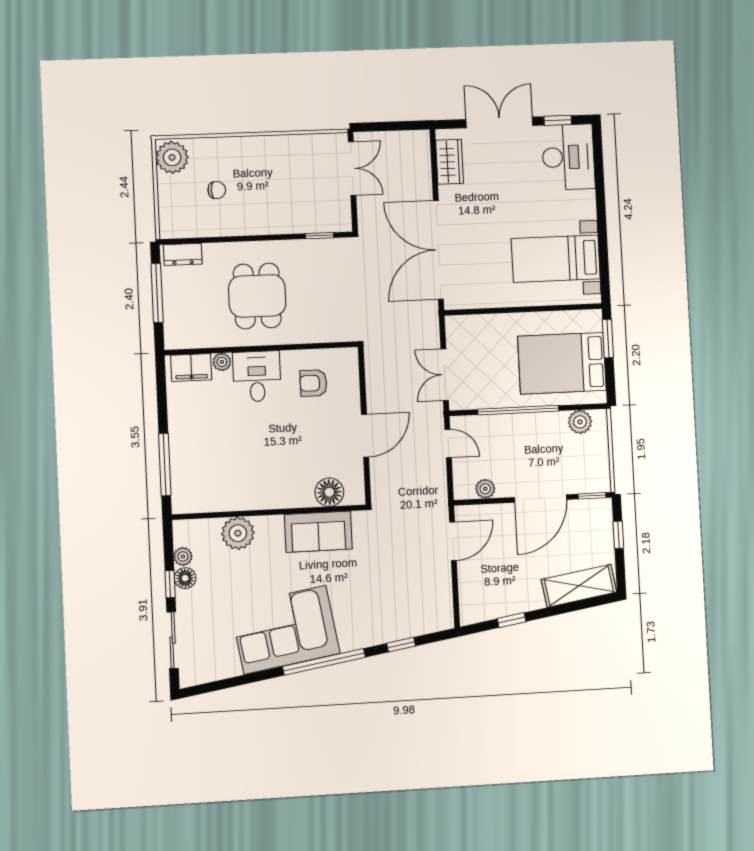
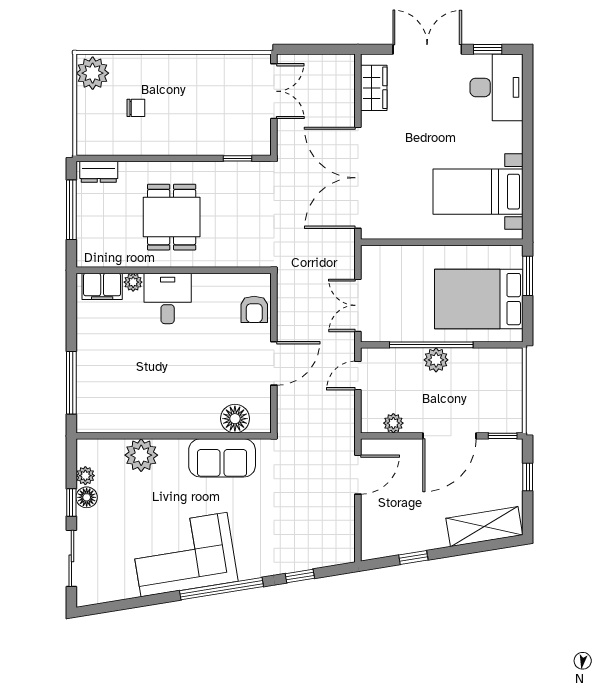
armchair: (313, 383) -> (254, 309), moved, turned -90
plant: (580, 422) -> (436, 360), moved
door: (448, 444) -> (358, 375), swing flipped

